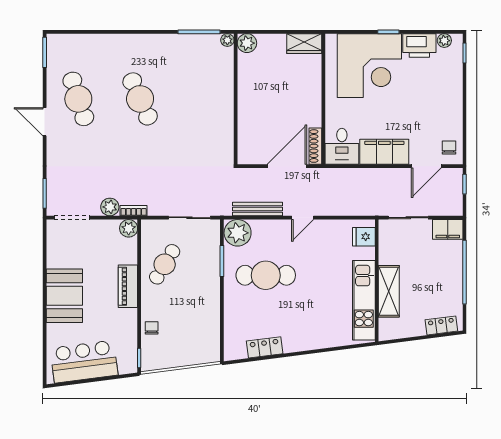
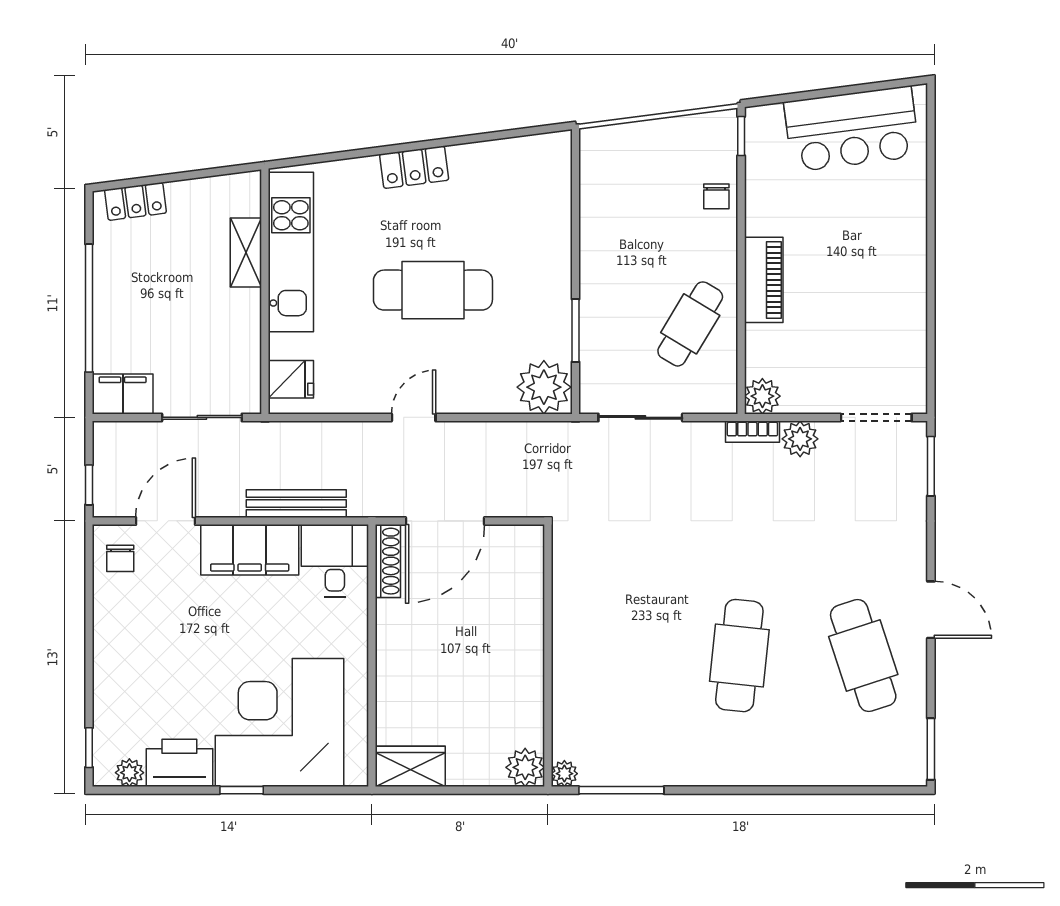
cafe table: (140, 99) -> (739, 656), turned 30
bench: (258, 209) -> (296, 504), moved
cafe table: (266, 275) -> (433, 290), moved
shelving: (389, 291) -> (246, 253), width x0.67, depth x0.75
booth: (64, 296) -> (891, 261), removed
locker: (265, 347) -> (414, 167), moved

